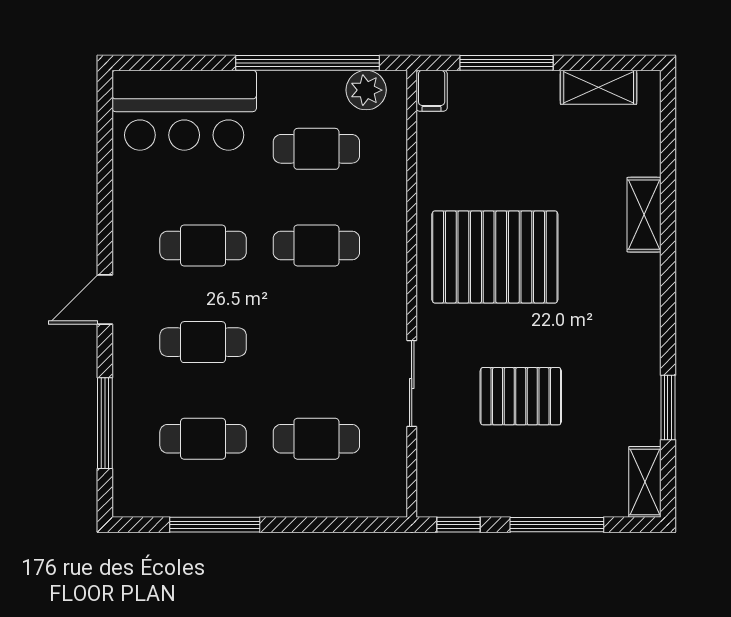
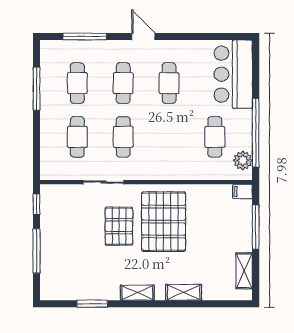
cafe table: (316, 245) -> (123, 137), moved
pallet: (521, 396) -> (119, 226), moved
shelving: (645, 482) -> (137, 293), moved

